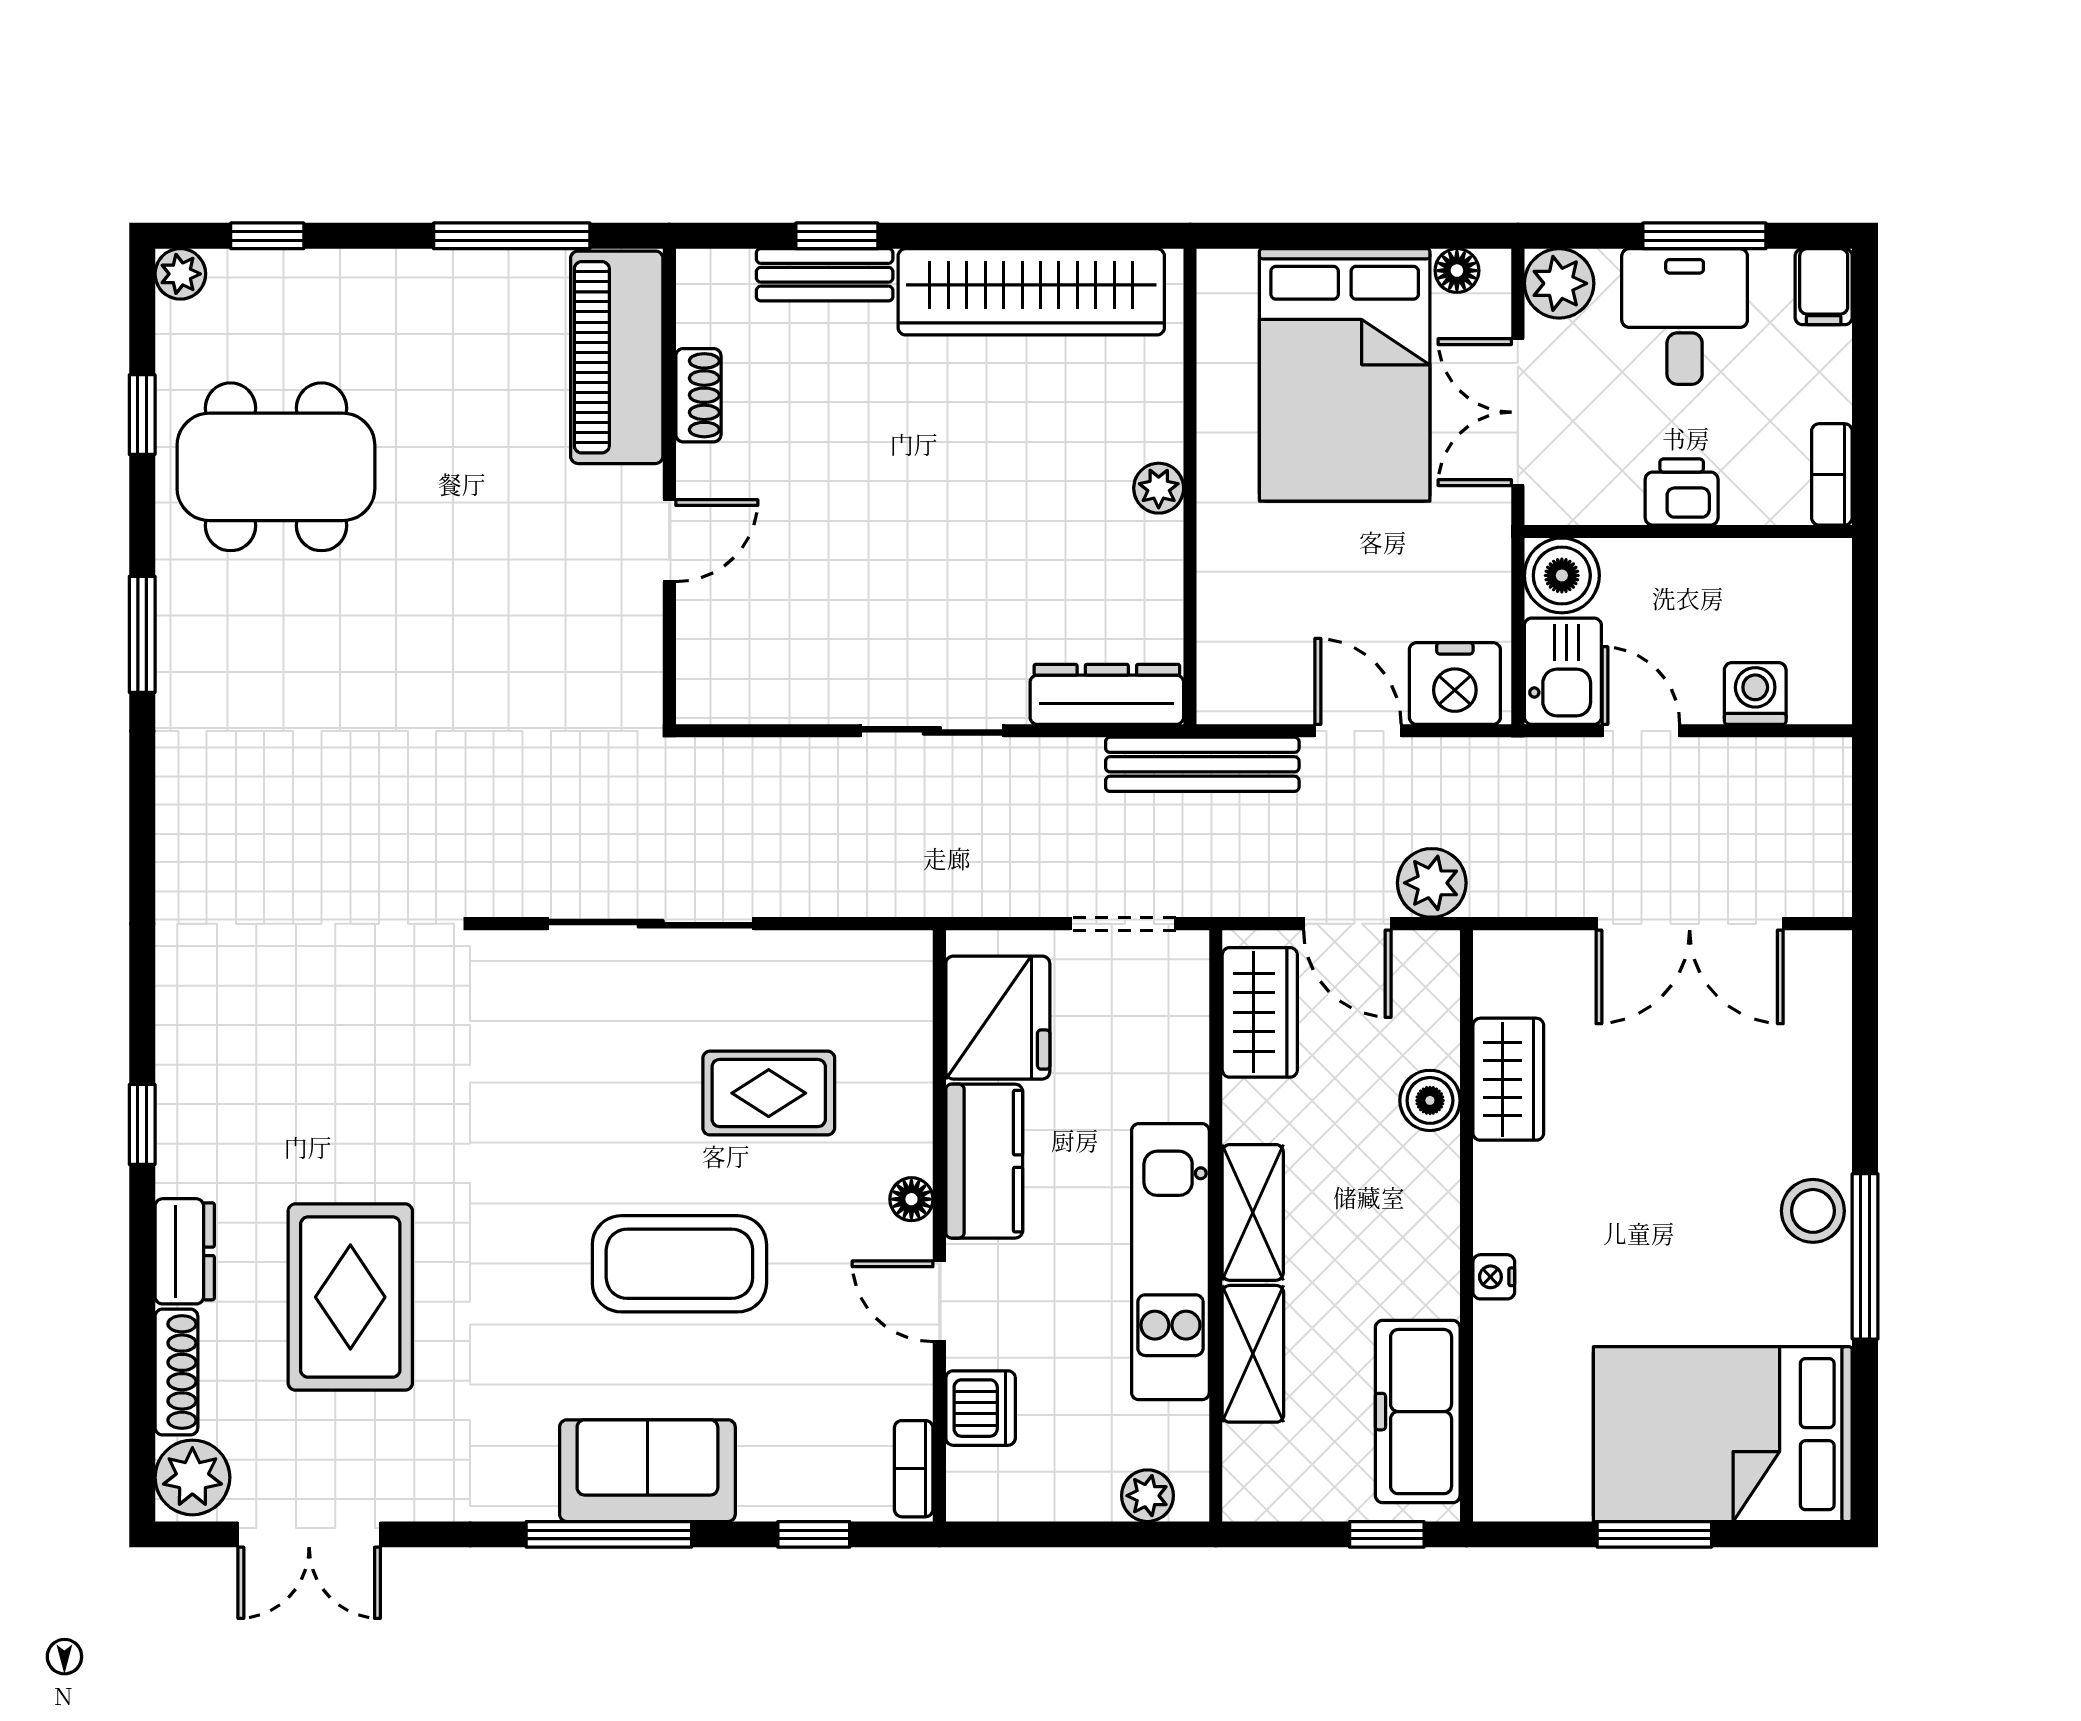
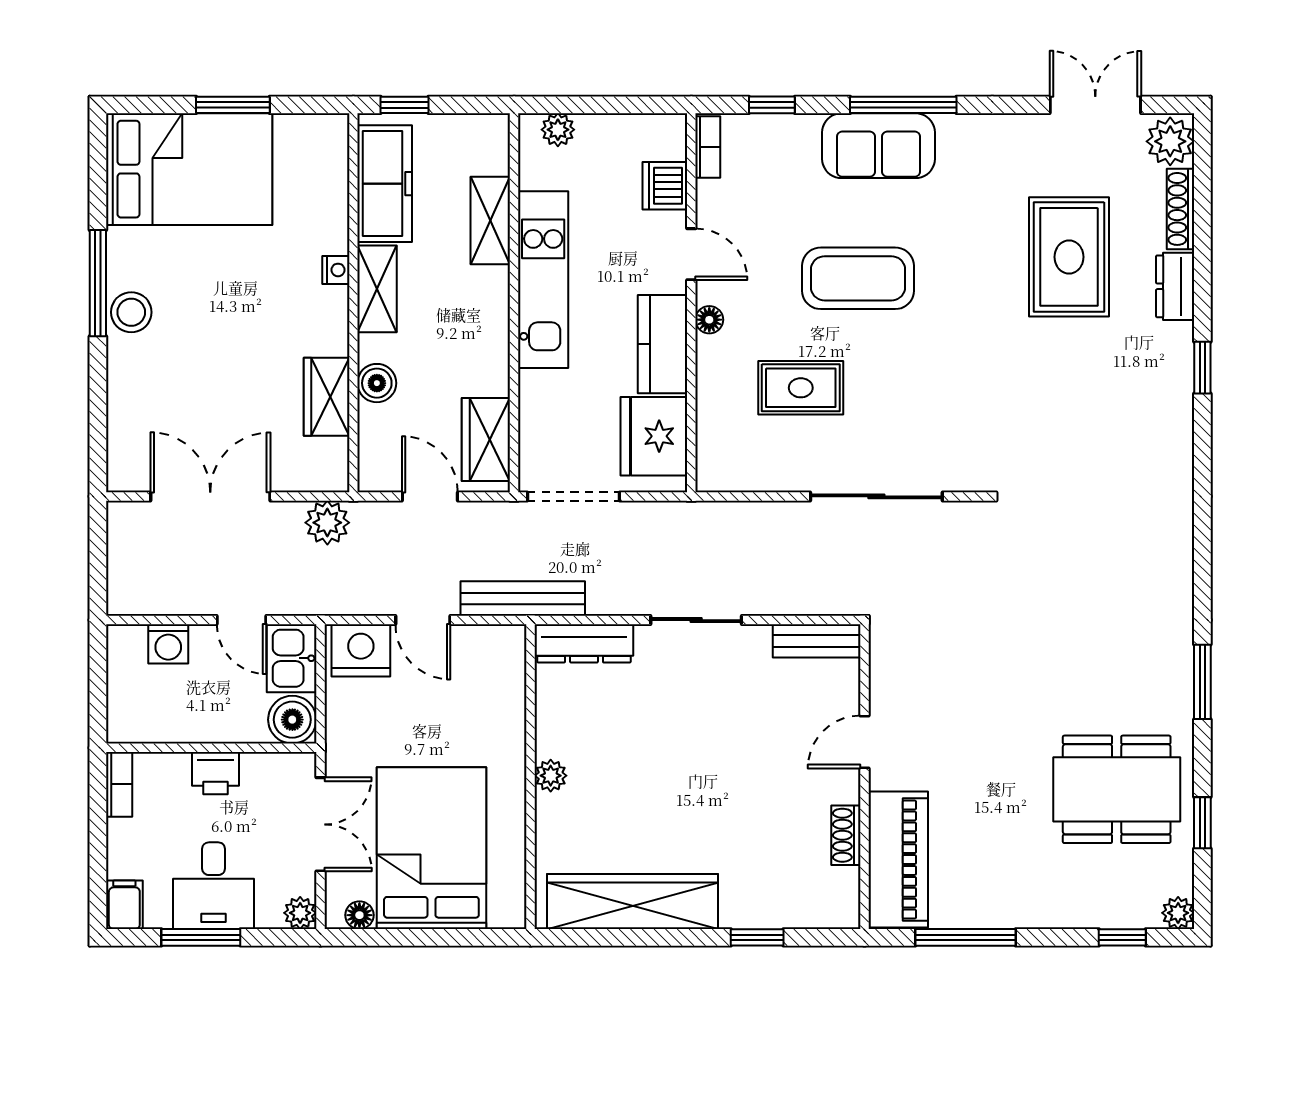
bench: (825, 275) -> (817, 641), moved
plant: (1559, 283) -> (300, 913), width x0.73, depth x0.73
plant: (1432, 883) -> (327, 523), moved
doorway: (1123, 924) -> (574, 496), width x1.38
shelving: (1253, 1212) -> (377, 289), moved

